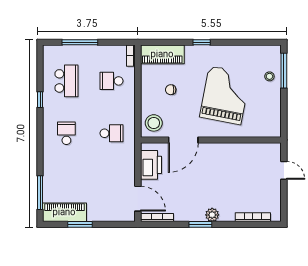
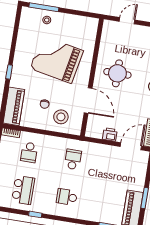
school desk: (66, 81) -> (23, 190), turned 90
stool: (154, 123) -> (61, 117), moved
printer: (151, 165) -> (110, 134), width x0.53, depth x0.68
round table: (220, 169) -> (117, 73), added

